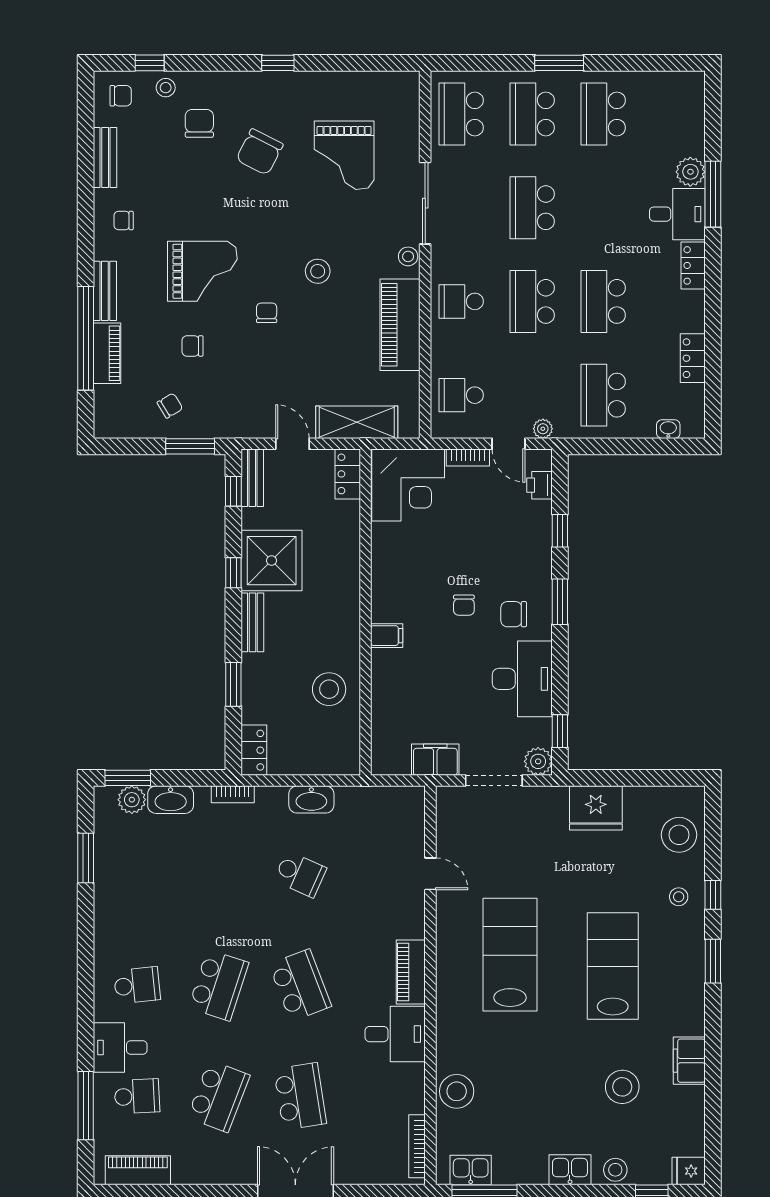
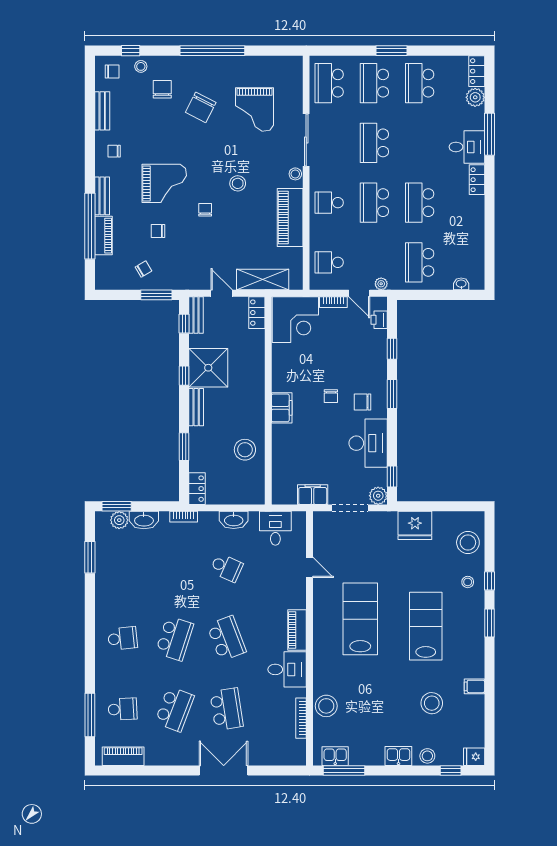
window: (278, 63) -> (212, 51), width x3.17
plant: (690, 172) -> (475, 97), moved
locker: (693, 358) -> (477, 71), moved
filing cabinet: (387, 636) -> (282, 408), width x2.00
desk: (120, 1047) -> (275, 528), moved, turned 90
filing cabinet: (689, 1061) -> (474, 686), width x0.50
bookcase: (417, 1146) -> (301, 718), moved

